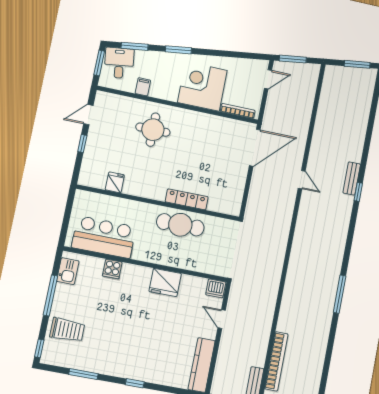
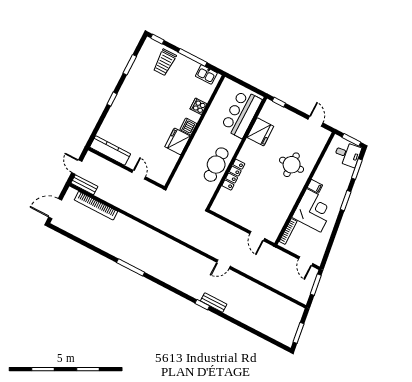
filing cabinet: (143, 87) -> (315, 186), moved
window: (82, 144) -> (279, 102), moved
door: (255, 148) -> (257, 236), width x0.53
fridge: (115, 182) -> (260, 132), width x1.88, depth x1.34
bar counter: (104, 237) -> (241, 114), moved, turned 180
dishwasher: (216, 288) -> (188, 127), moved
door: (222, 319) -> (139, 175), hinge flipped

